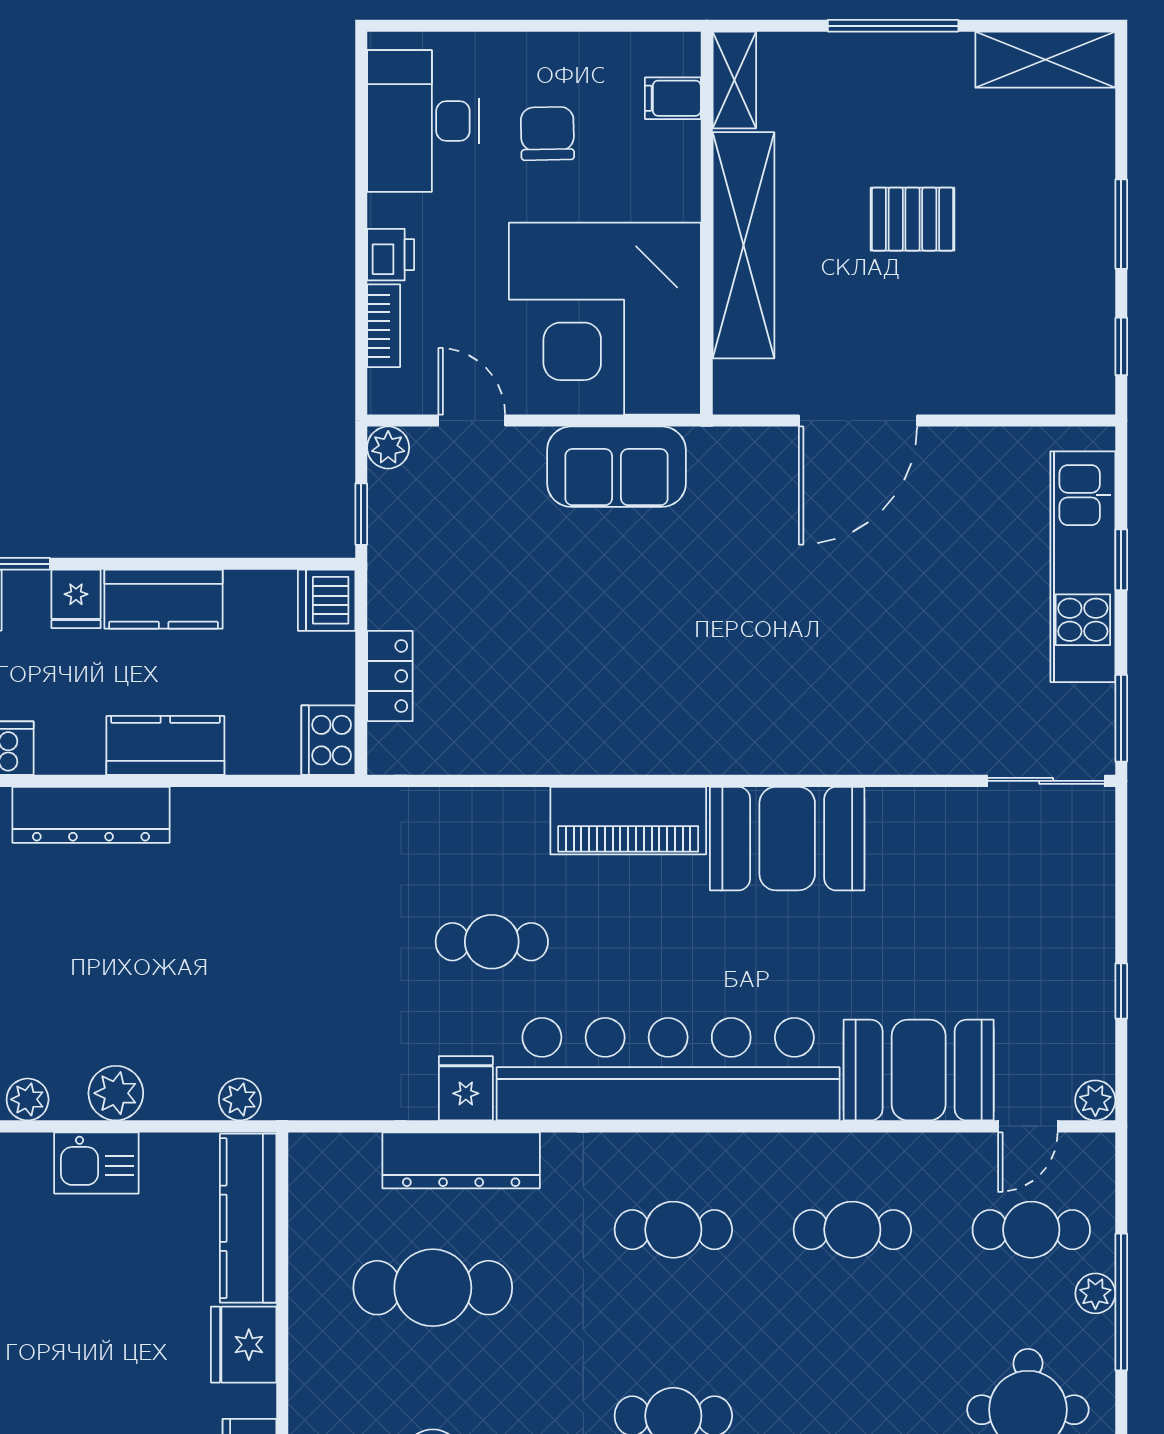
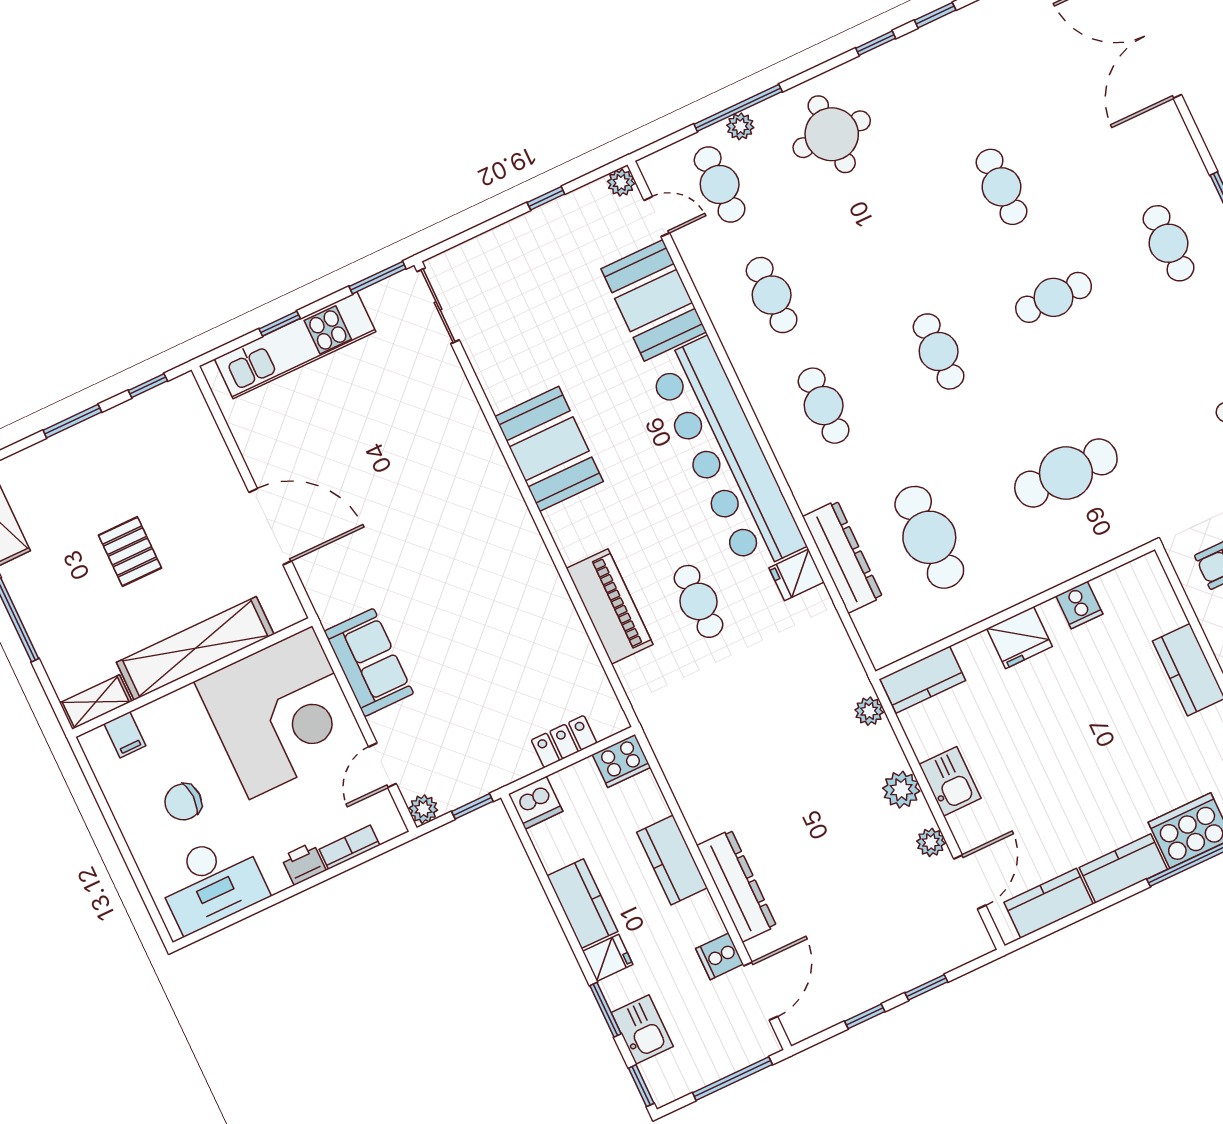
piano: (628, 821) -> (610, 606), moved
kitchen counter: (248, 1218) -> (923, 680), width x0.67

